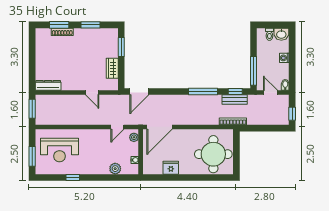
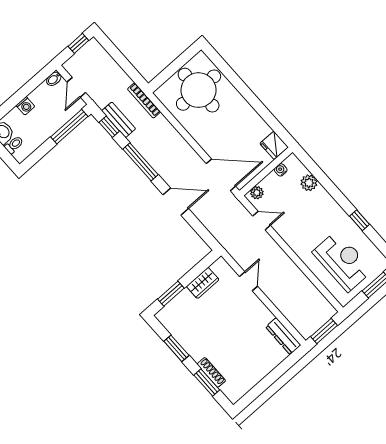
door: (139, 91) -> (176, 202), moved
fridge: (171, 168) -> (274, 145), moved

